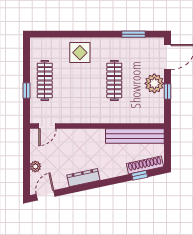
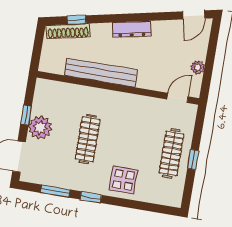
window: (104, 34) -> (91, 197), added
window: (26, 91) -> (193, 160), moved
bench: (135, 136) -> (101, 73), moved
plant: (35, 166) -> (198, 67), moved
dresser: (83, 178) -> (132, 29), moved

